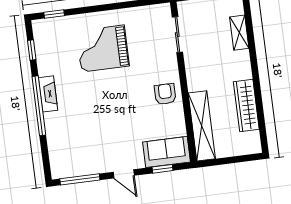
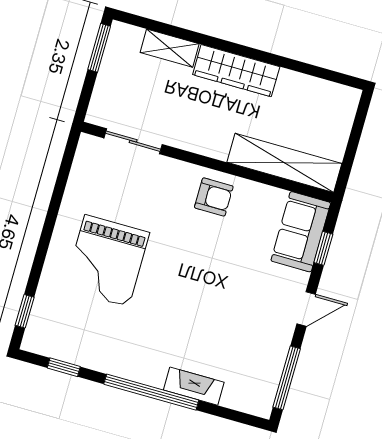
fireplace: (48, 94) -> (194, 386), moved
armchair: (165, 94) -> (214, 197), turned 180
wardrobe: (246, 105) -> (236, 71), moved

